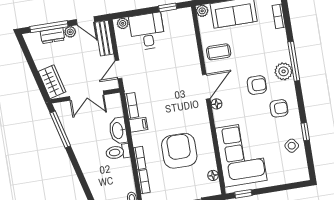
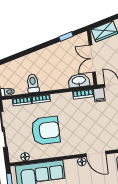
filing cabinet: (138, 125) -> (99, 95), moved
window: (60, 129) -> (66, 37), width x0.46
washbasin: (118, 131) -> (79, 81), moved
toilet: (118, 152) -> (33, 83), moved

